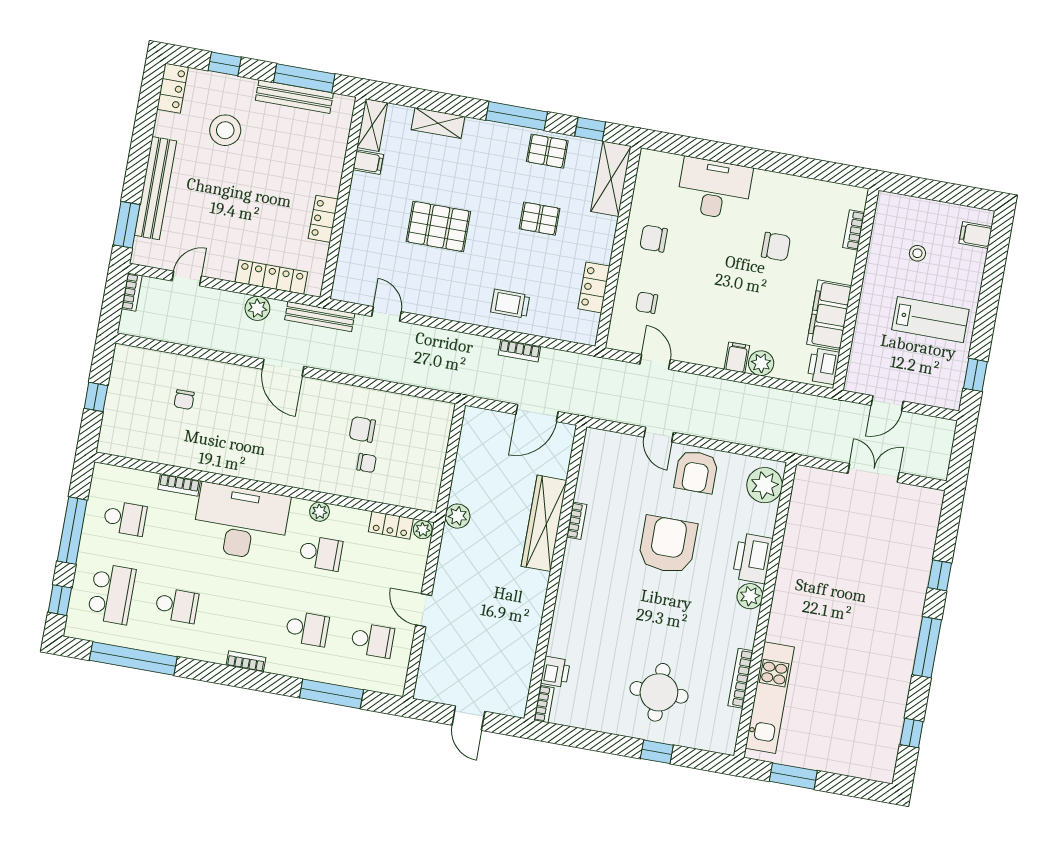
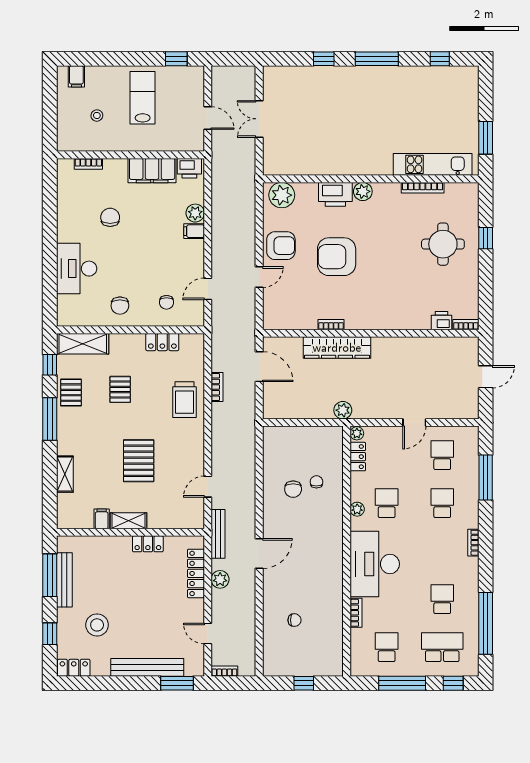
shelving: (372, 125) -> (128, 521), moved
trolley: (510, 304) -> (185, 400), width x1.36, depth x1.39

